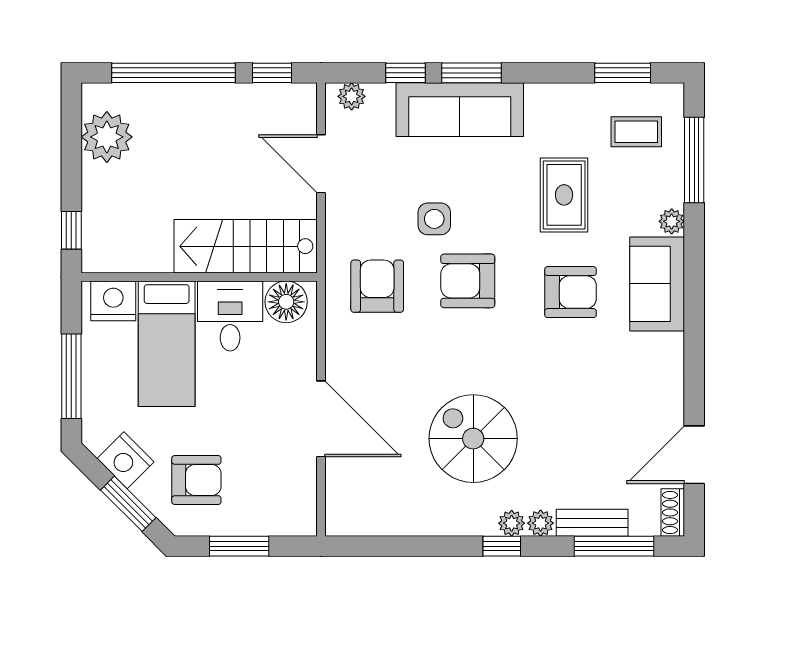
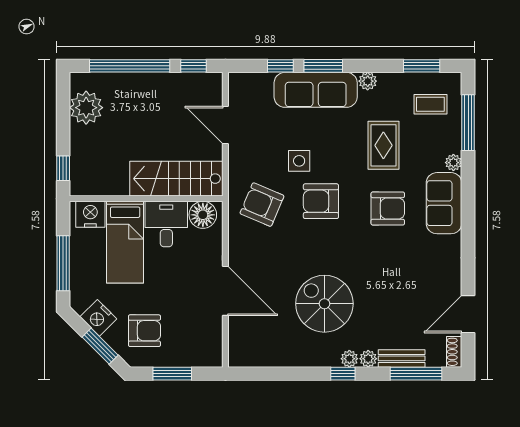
plant: (352, 96) -> (368, 81), moved
armchair: (377, 286) -> (262, 205), turned -67

